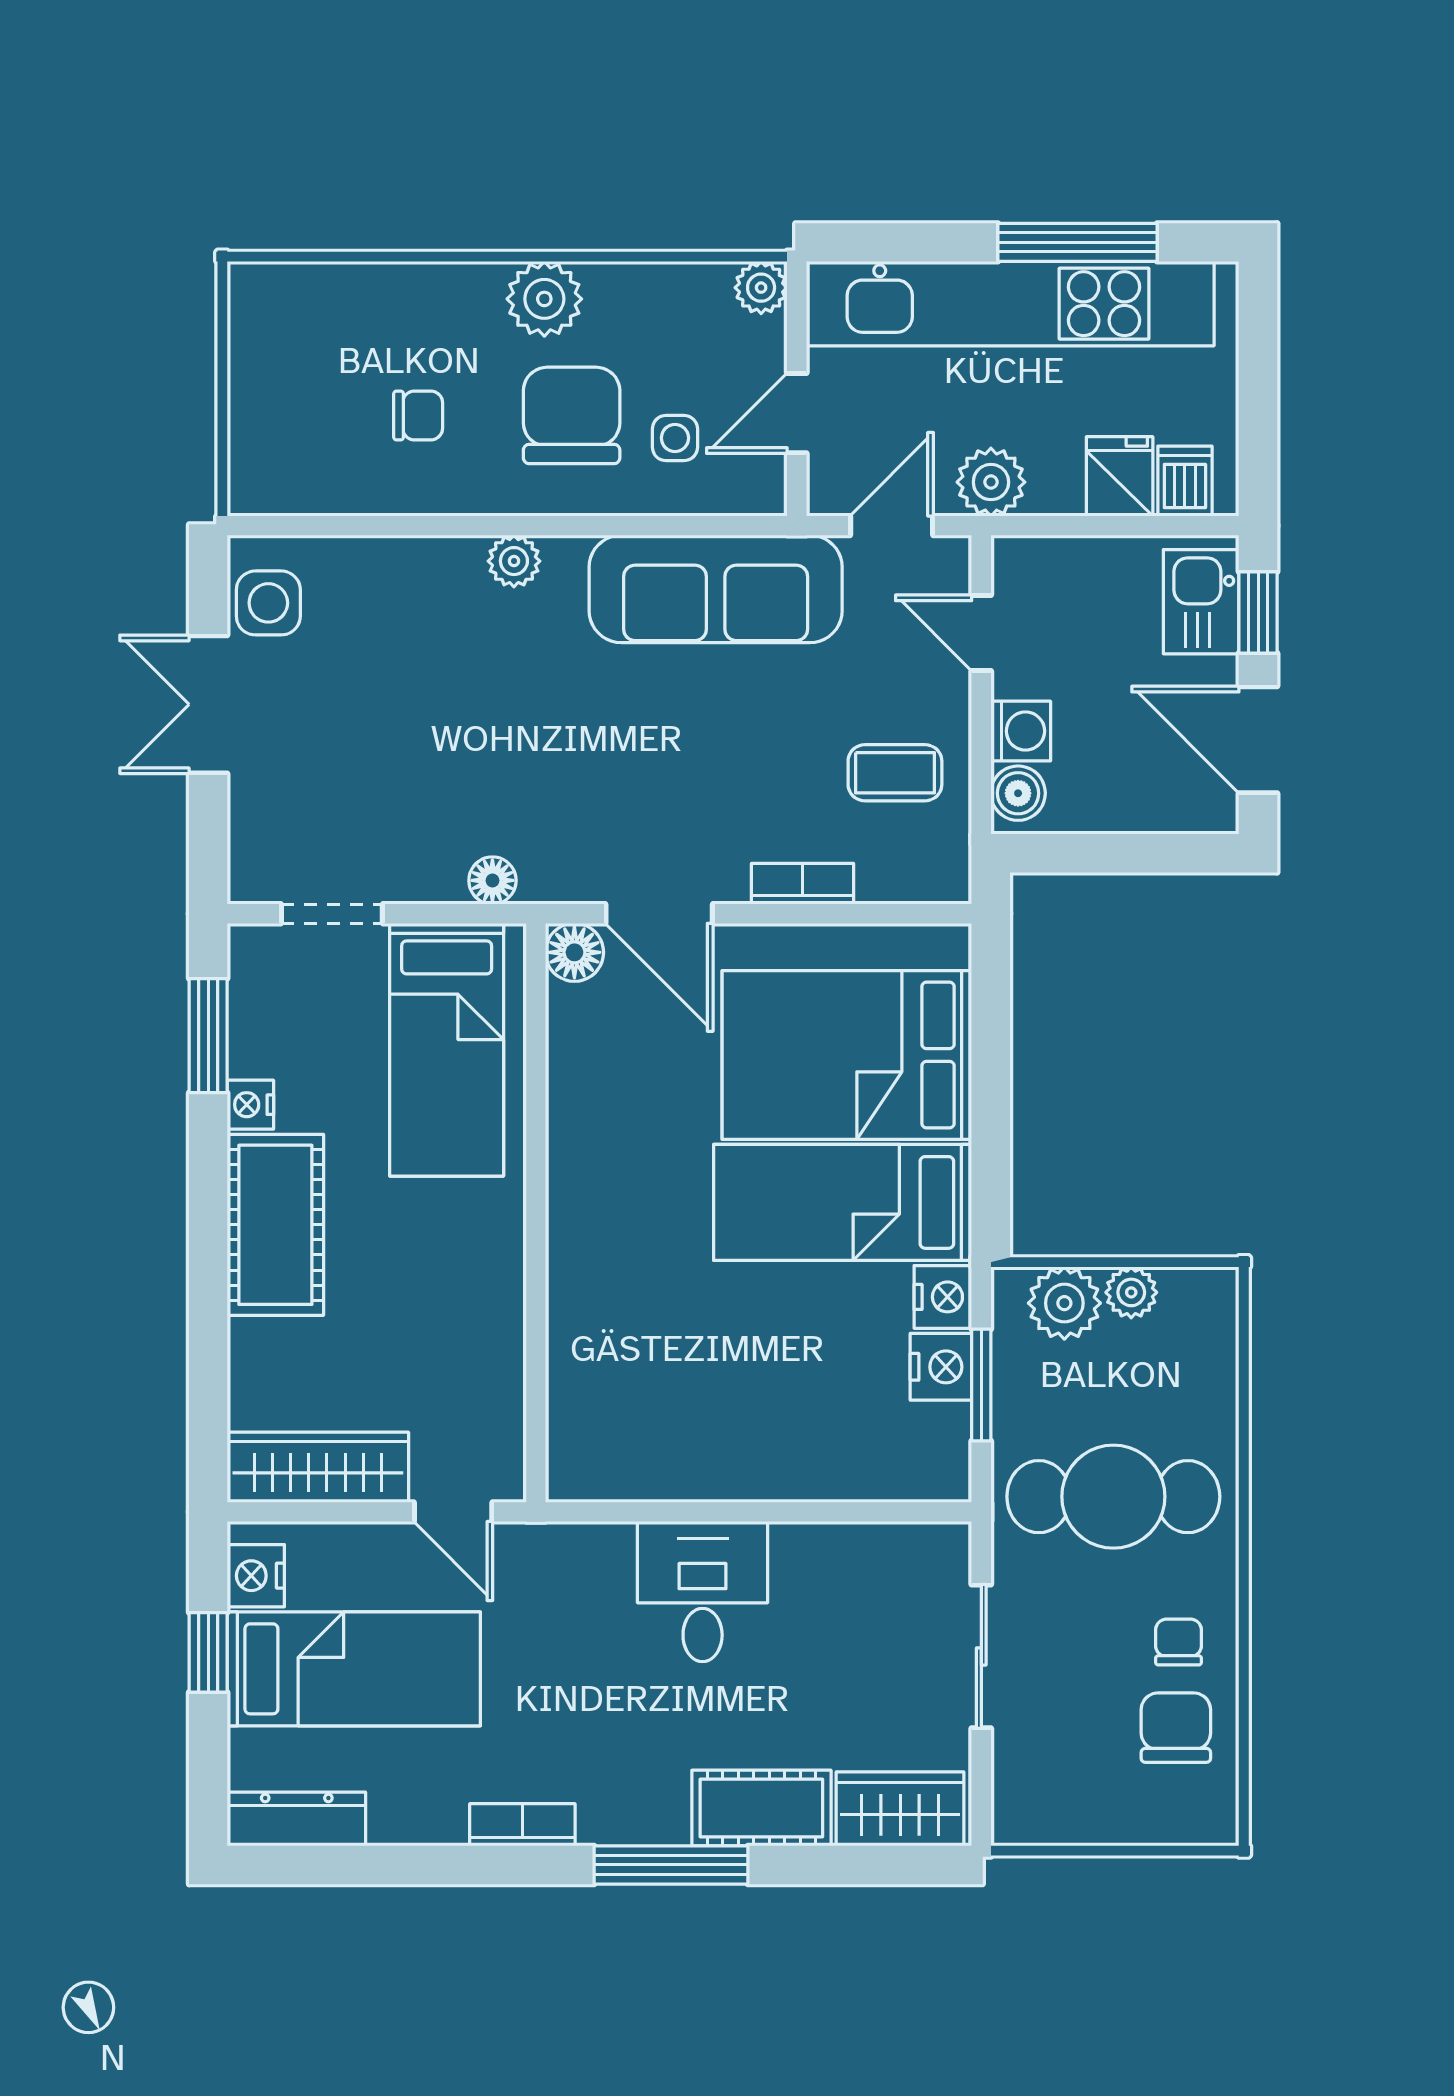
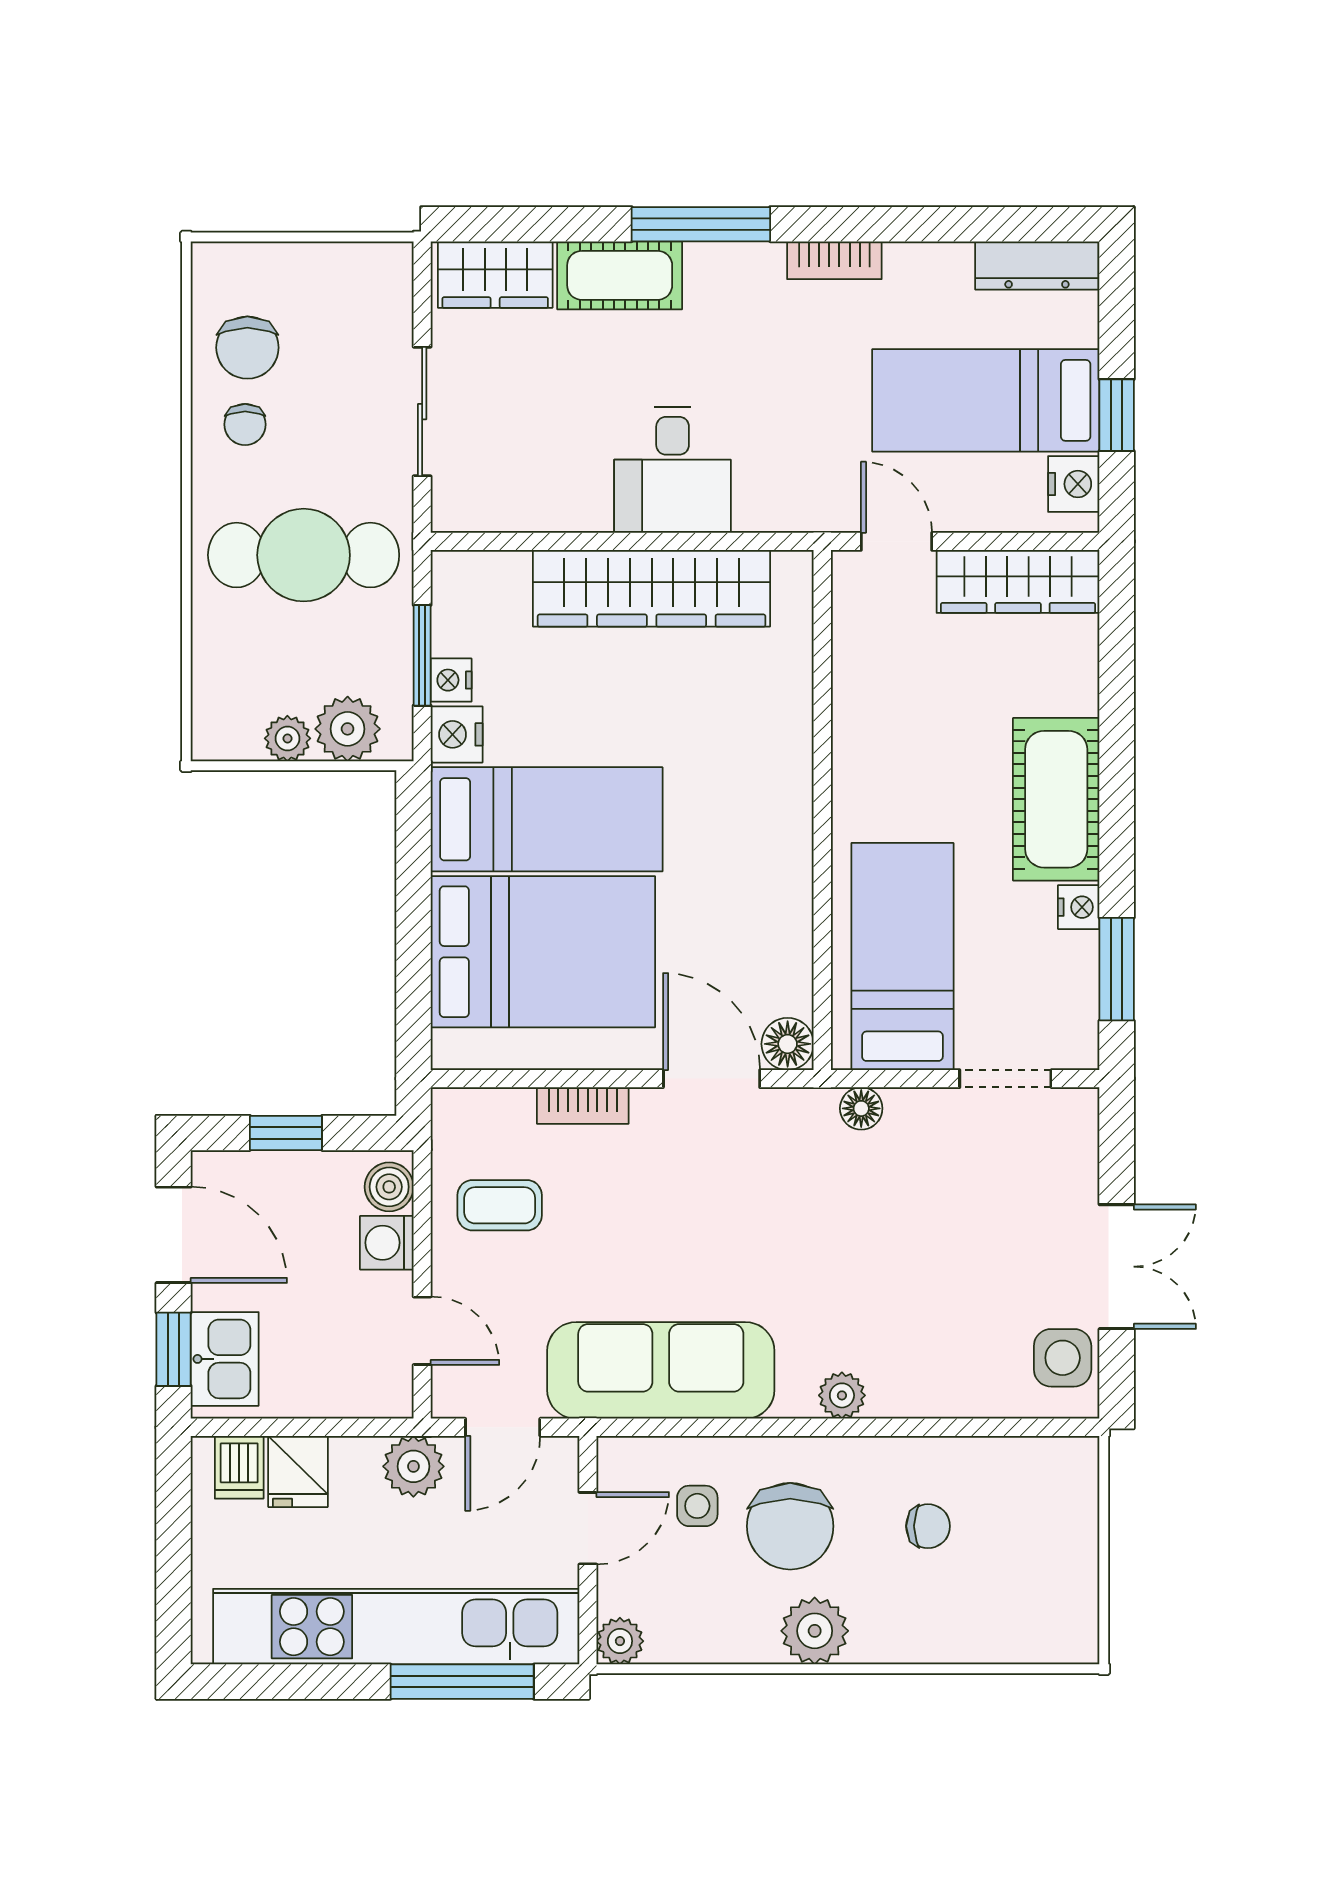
window: (1077, 242) -> (462, 1682), moved
chair: (418, 415) -> (928, 1526), turned 180
window: (1133, 853) -> (286, 1133), added
nightstand: (941, 1367) -> (451, 680), width x0.72, depth x0.74
wardrobe: (726, 1460) -> (652, 588), added

